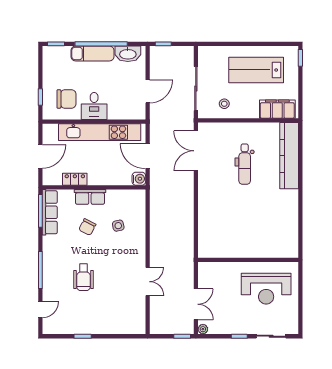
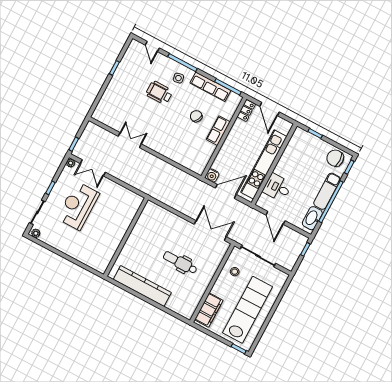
lab bench: (256, 70) -> (248, 310), width x1.36
chair: (66, 99) -> (335, 158), moved, turned 90
desk: (94, 106) -> (277, 187), moved
kitchen counter: (289, 156) -> (142, 286), moved
locker: (75, 179) -> (246, 111), moved
row of seats: (50, 212) -> (210, 87), moved
side table: (118, 226) -> (178, 78), moved
wall: (248, 260) -> (126, 237), moved
double door: (148, 282) -> (130, 140), swing flipped
reception desk: (266, 289) -> (78, 206), moved
plant: (293, 326) -> (36, 233), added

